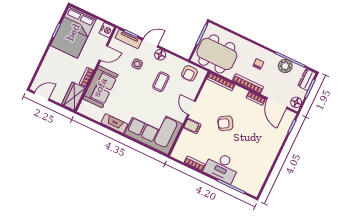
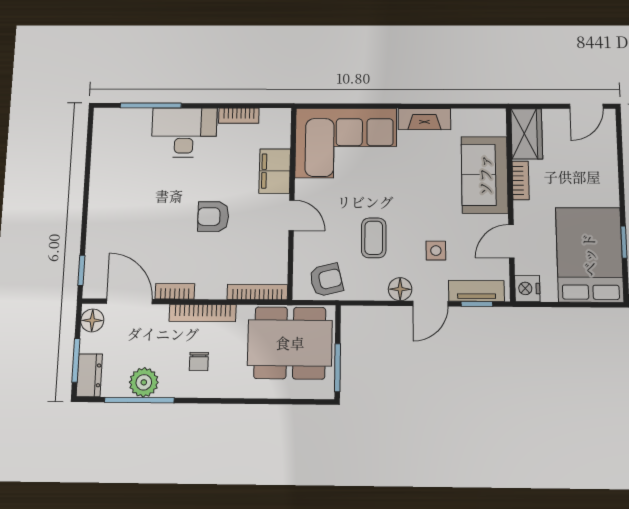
armchair: (189, 73) -> (326, 280), turned 76
armchair: (225, 123) -> (213, 217), turned -149
filing cabinet: (192, 126) -> (275, 171), width x2.00

